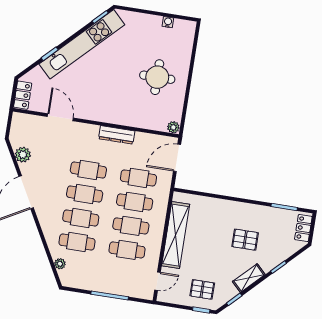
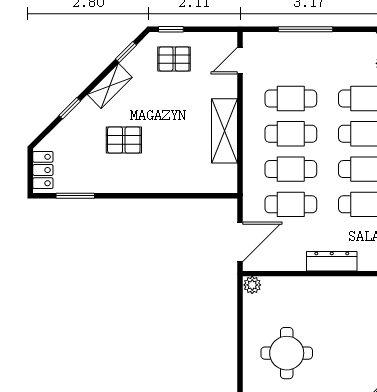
shelving: (176, 235) -> (225, 131), width x0.68

